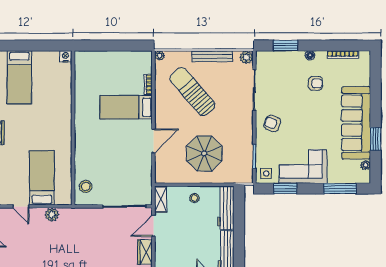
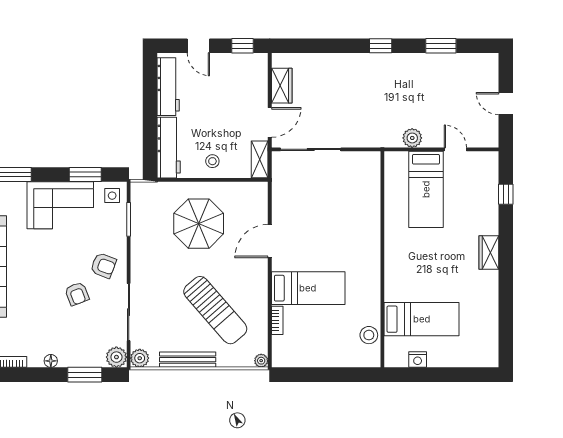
nightstand: (66, 56) -> (418, 359), moved
plant: (263, 58) -> (116, 357), added
bed: (19, 77) -> (422, 319), moved, turned 90
armchair: (315, 83) -> (77, 294), moved, turned -111
stool: (86, 186) -> (369, 335), moved

